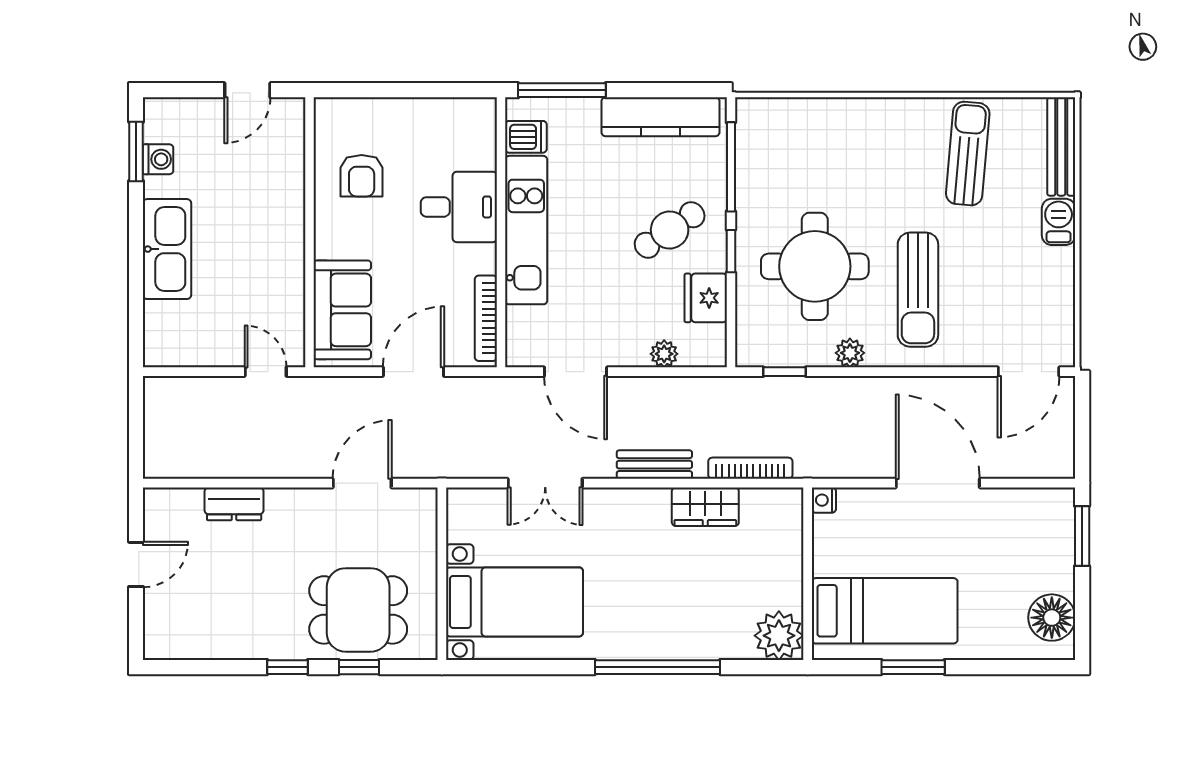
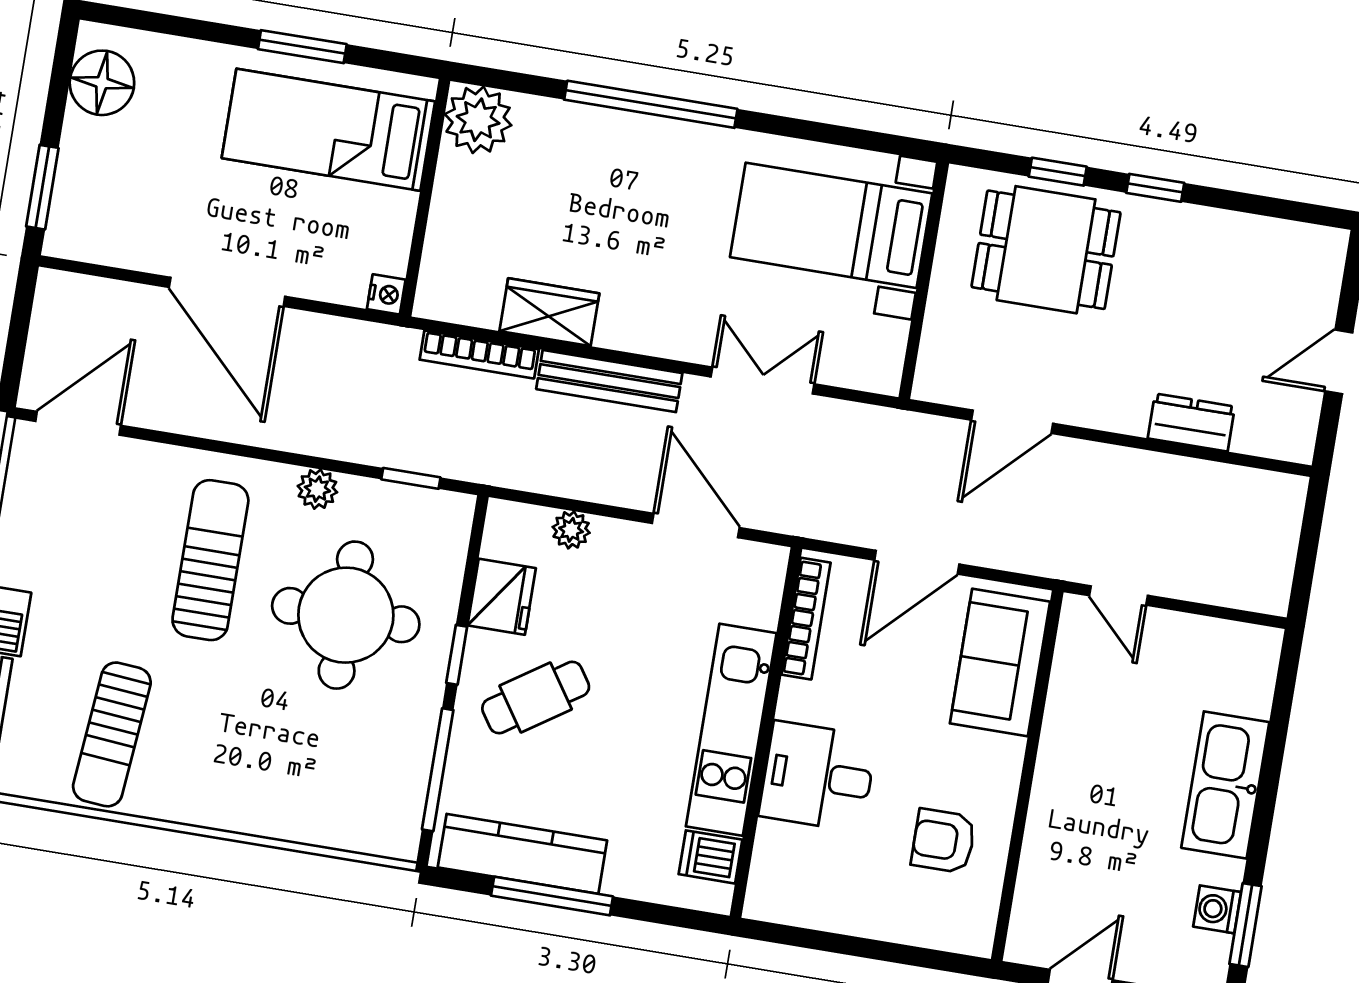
window: (562, 90) -> (552, 896), moved
armchair: (362, 176) -> (943, 841), turned -90
bench: (654, 465) -> (609, 381), width x1.36

